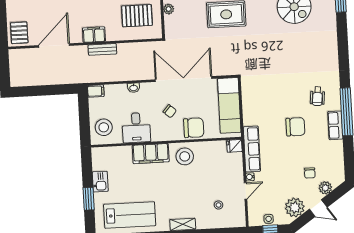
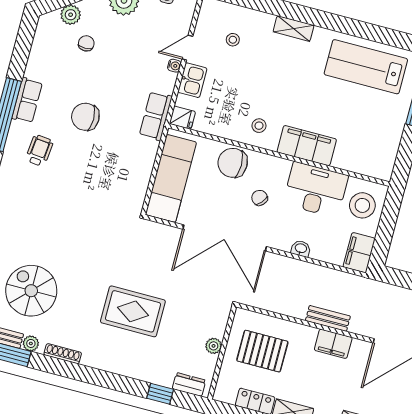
filing cabinet: (96, 91) -> (359, 253), width x2.00
desk: (136, 128) -> (316, 190), width x1.37
row of seats: (252, 149) -> (156, 116), width x0.68
stool: (185, 156) -> (259, 126), width x0.53, depth x0.53
kitchen sink: (100, 182) -> (192, 80), moved, turned 180

